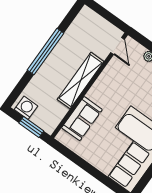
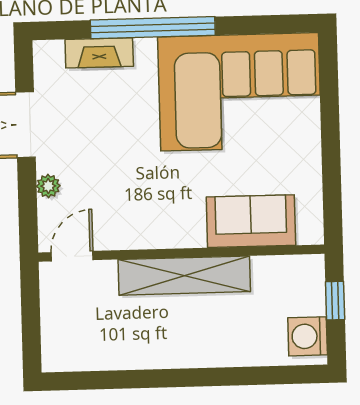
window: (45, 52) -> (180, 378), removed
window: (31, 127) -> (335, 301), width x0.67

